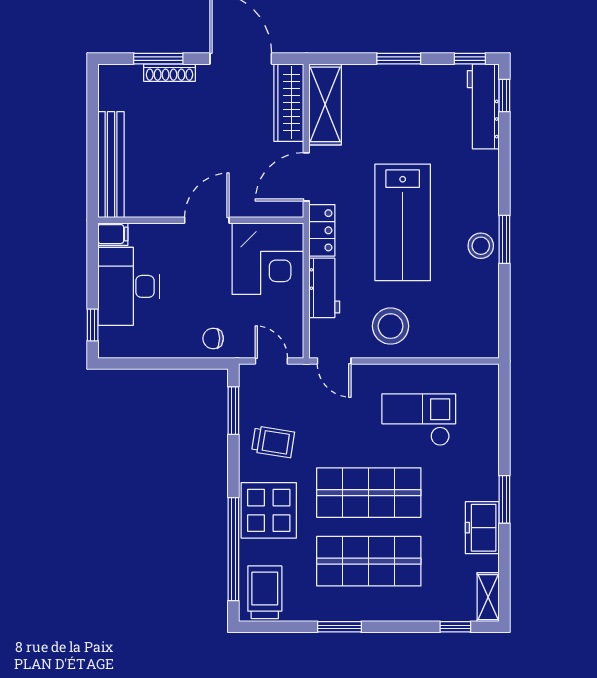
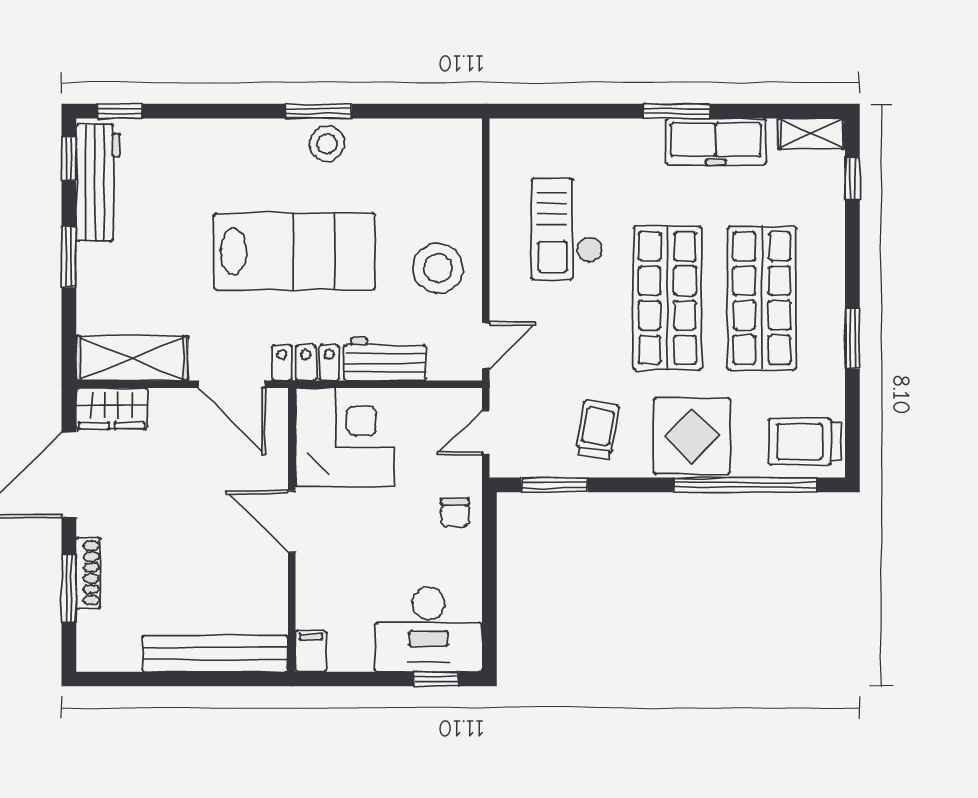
wardrobe: (289, 103) -> (112, 409), width x0.67
workbench: (483, 106) -> (98, 183), moved, turned -90
desk: (128, 286) -> (428, 630), moved
freezer: (482, 528) -> (716, 142), width x1.40

